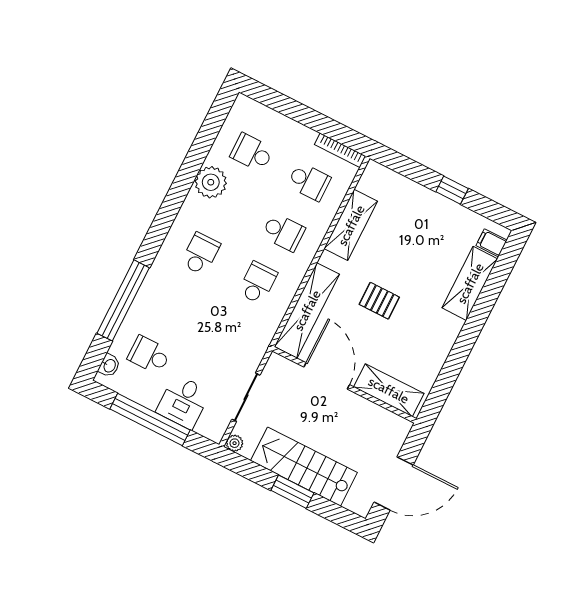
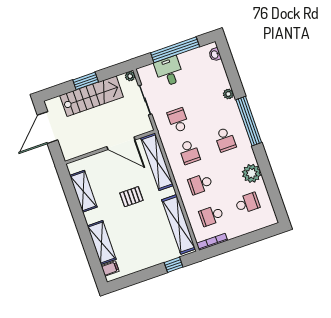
window: (452, 190) -> (174, 265), moved
shelving: (351, 225) -> (179, 224), width x1.47
window: (123, 300) -> (249, 121), moved
plant: (141, 303) -> (228, 94), added
school desk: (149, 355) -> (178, 120), moved, turned -90
shelving: (389, 390) -> (83, 191), moved, turned 90

